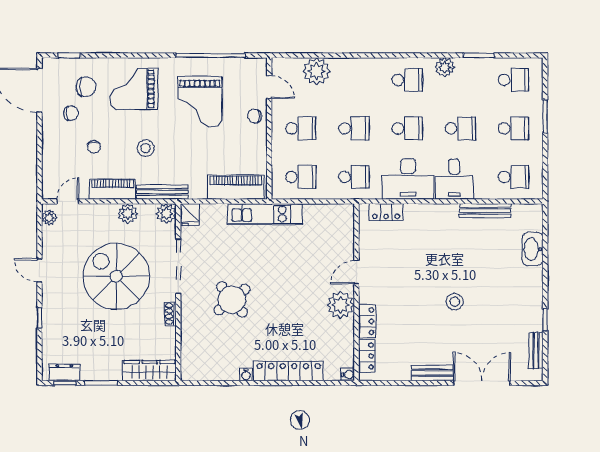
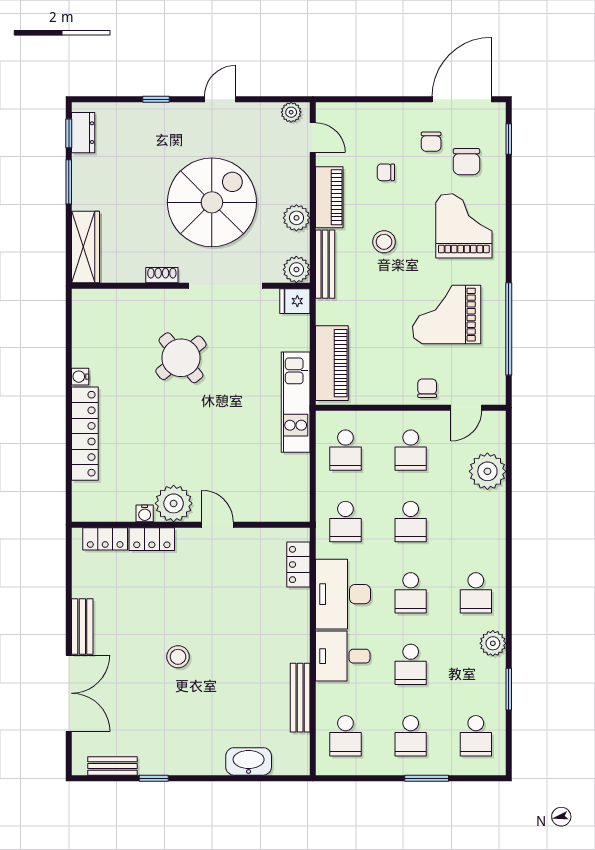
water cooler: (348, 375) -> (145, 513), moved

